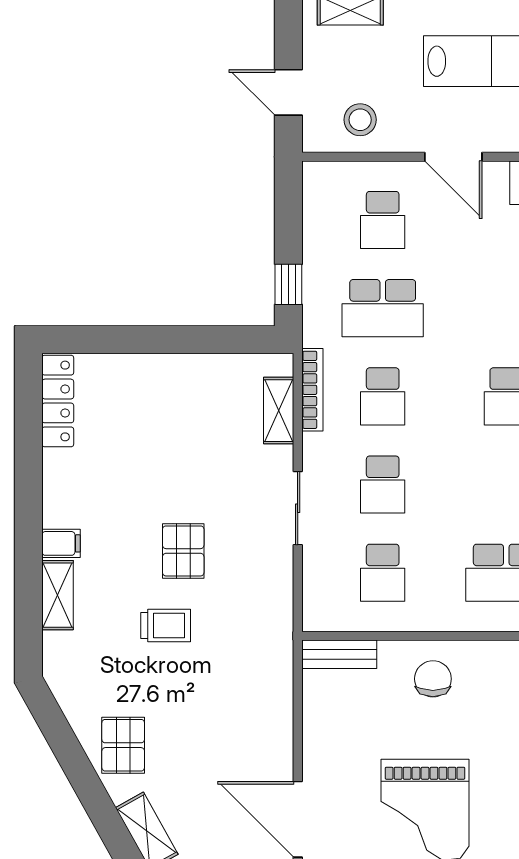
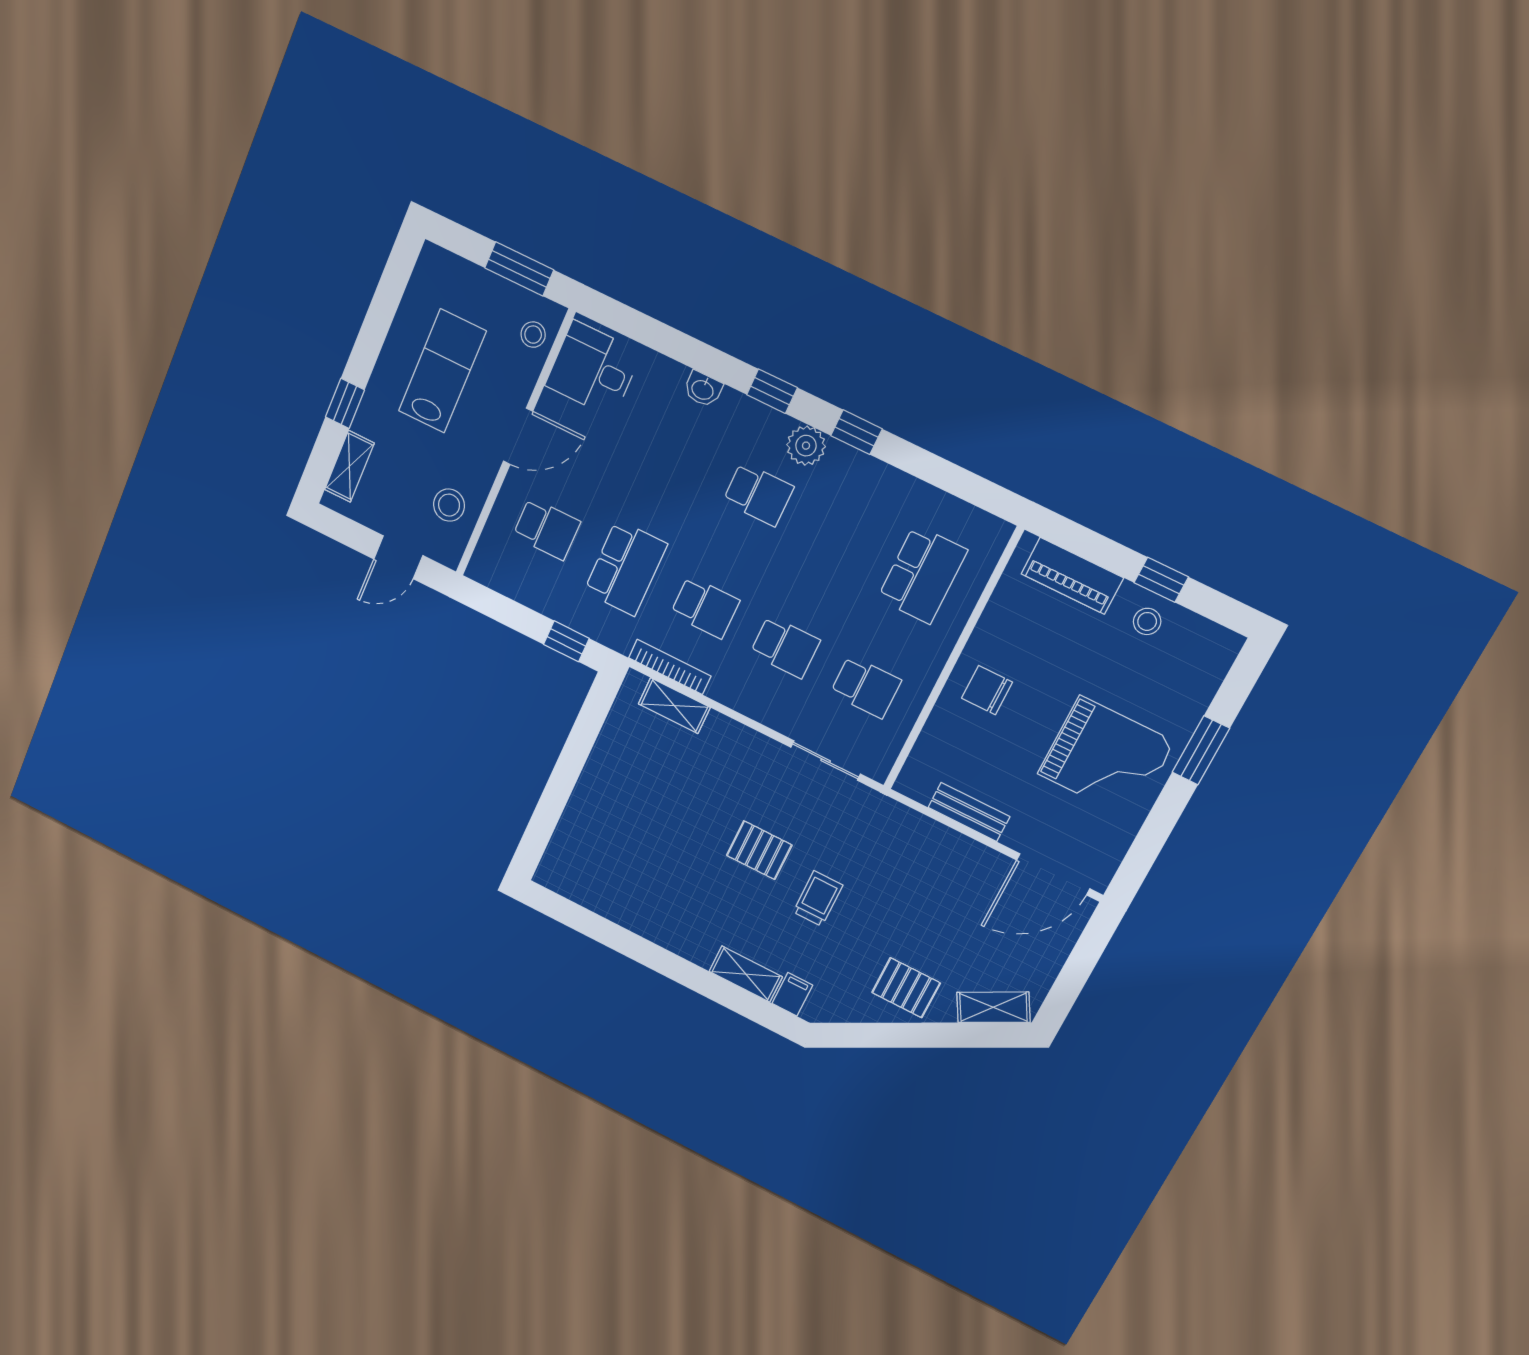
locker: (58, 401) -> (578, 888), removed
sliding door: (298, 508) -> (826, 761), moved
filing cabinet: (61, 543) -> (792, 994), moved
bench: (339, 654) -> (969, 812), moved, turned 90

